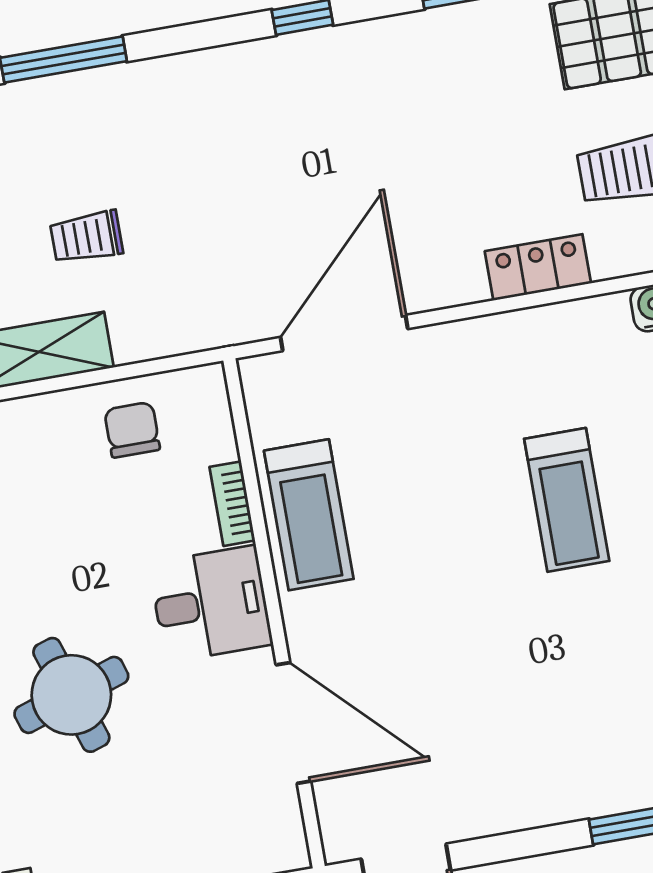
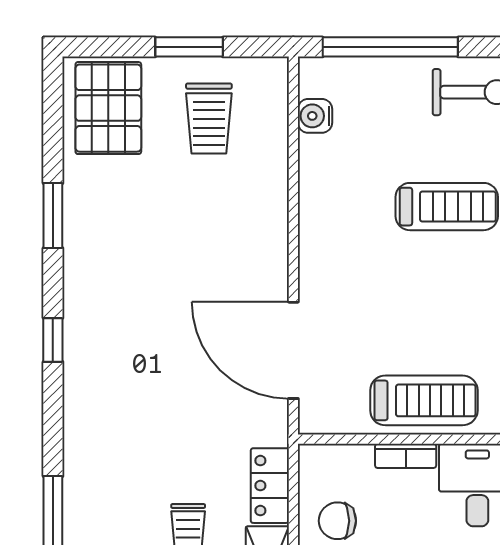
locker: (538, 267) -> (270, 486), moved

